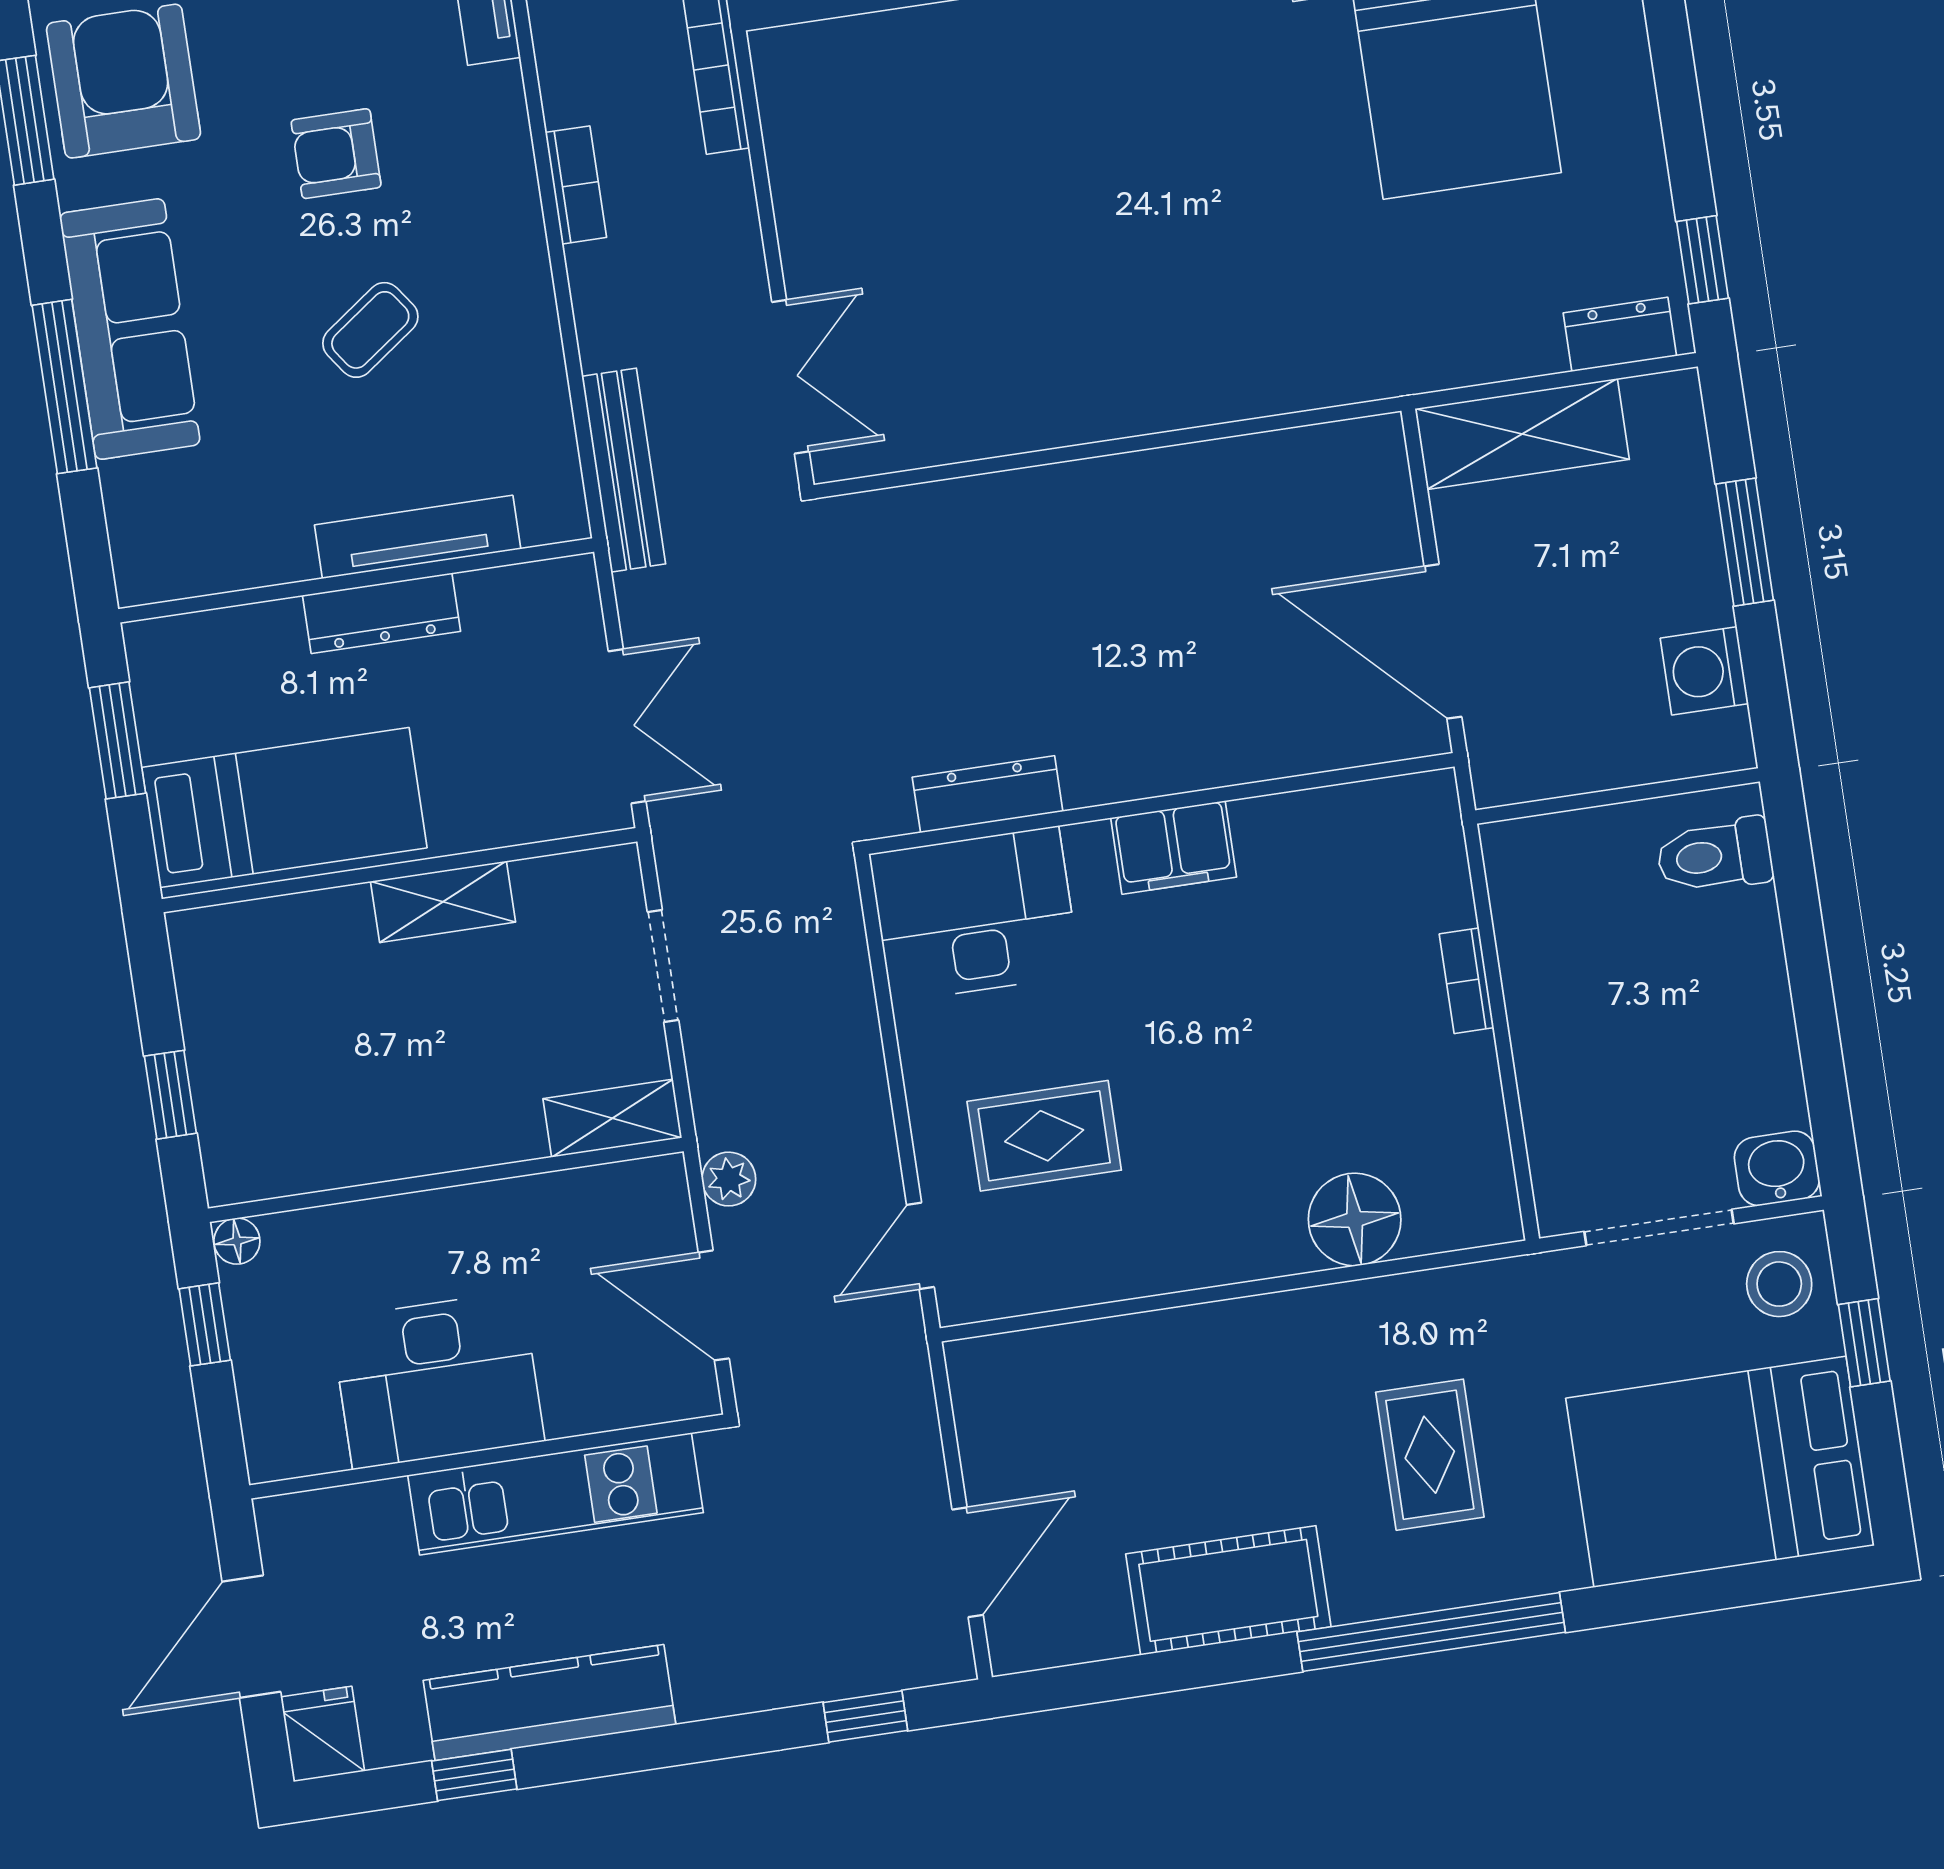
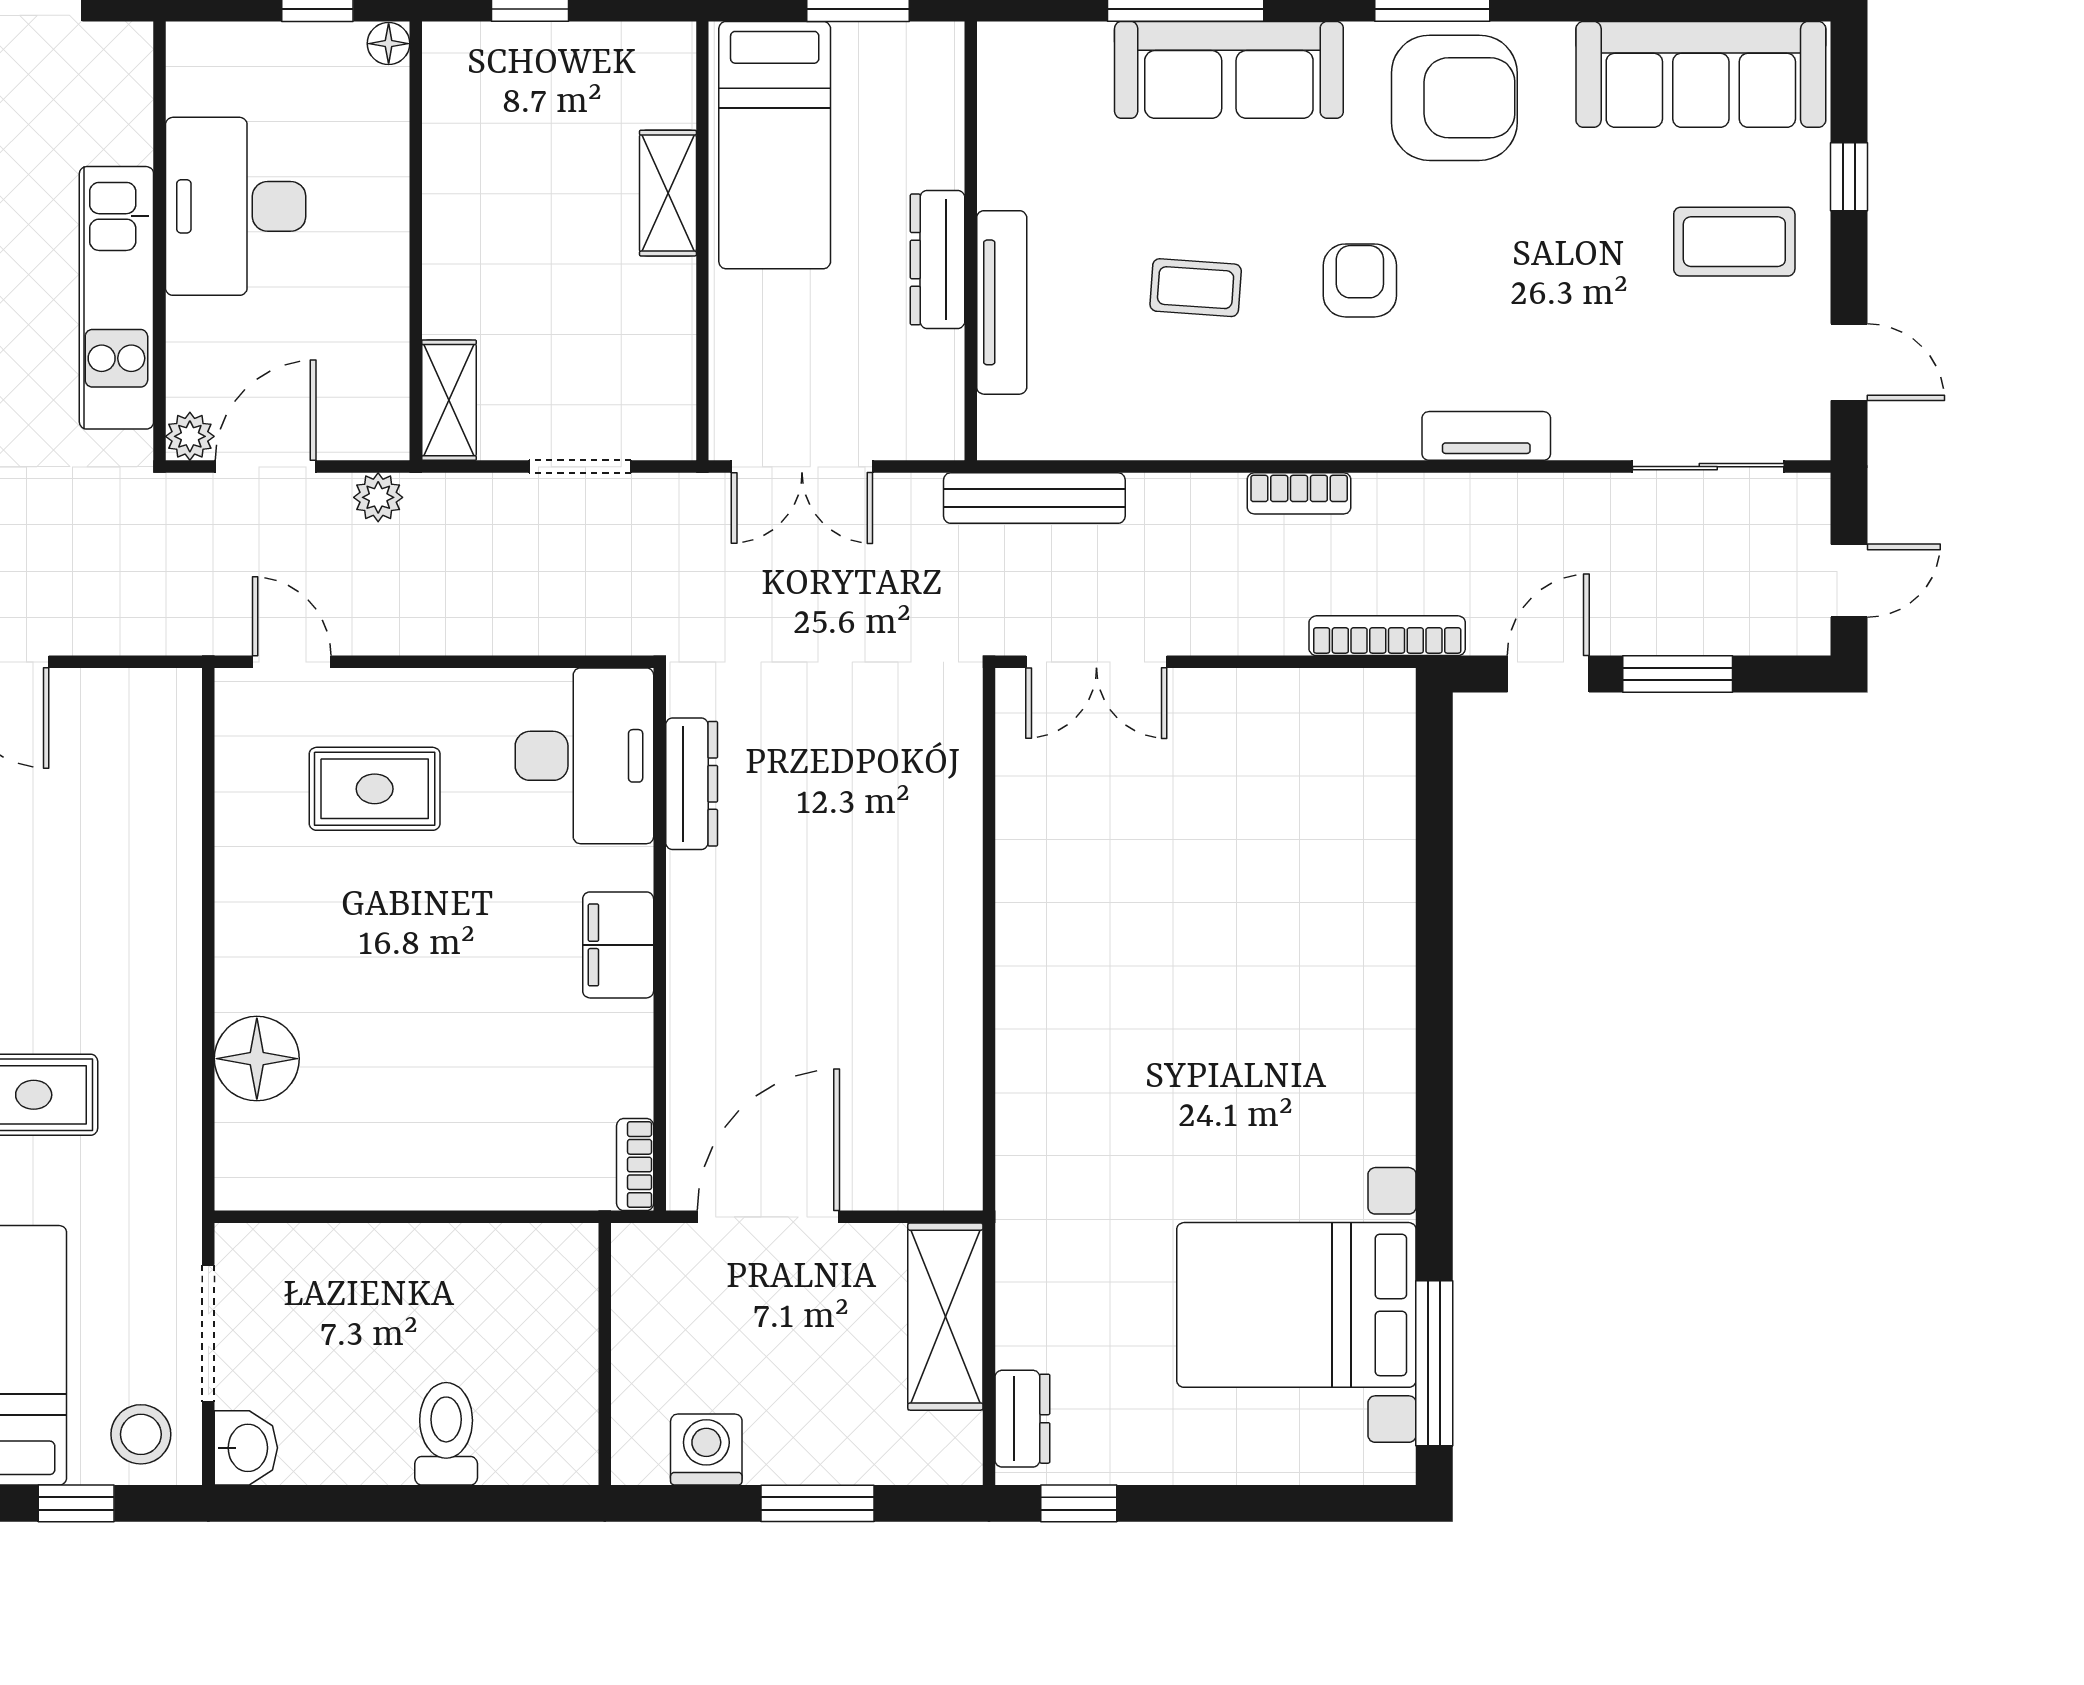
coffee table: (370, 330) -> (1196, 288), turned -50
toilet: (1715, 856) -> (446, 1434), moved
shelving: (443, 902) -> (668, 193), moved
bookcase: (1467, 981) -> (635, 1165), moved, turned -90
rug: (1044, 1136) -> (375, 789), turned 90
plant: (693, 1392) -> (190, 436), added

